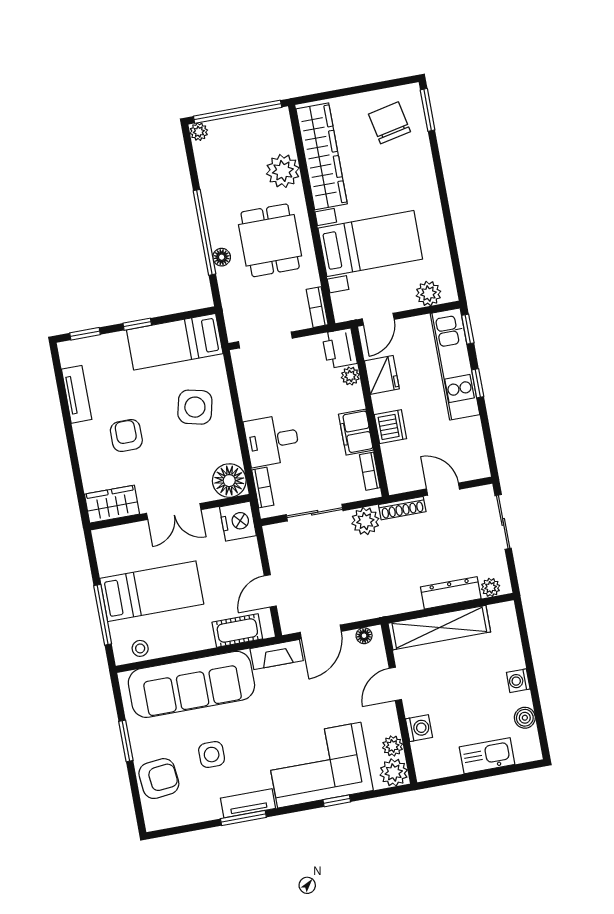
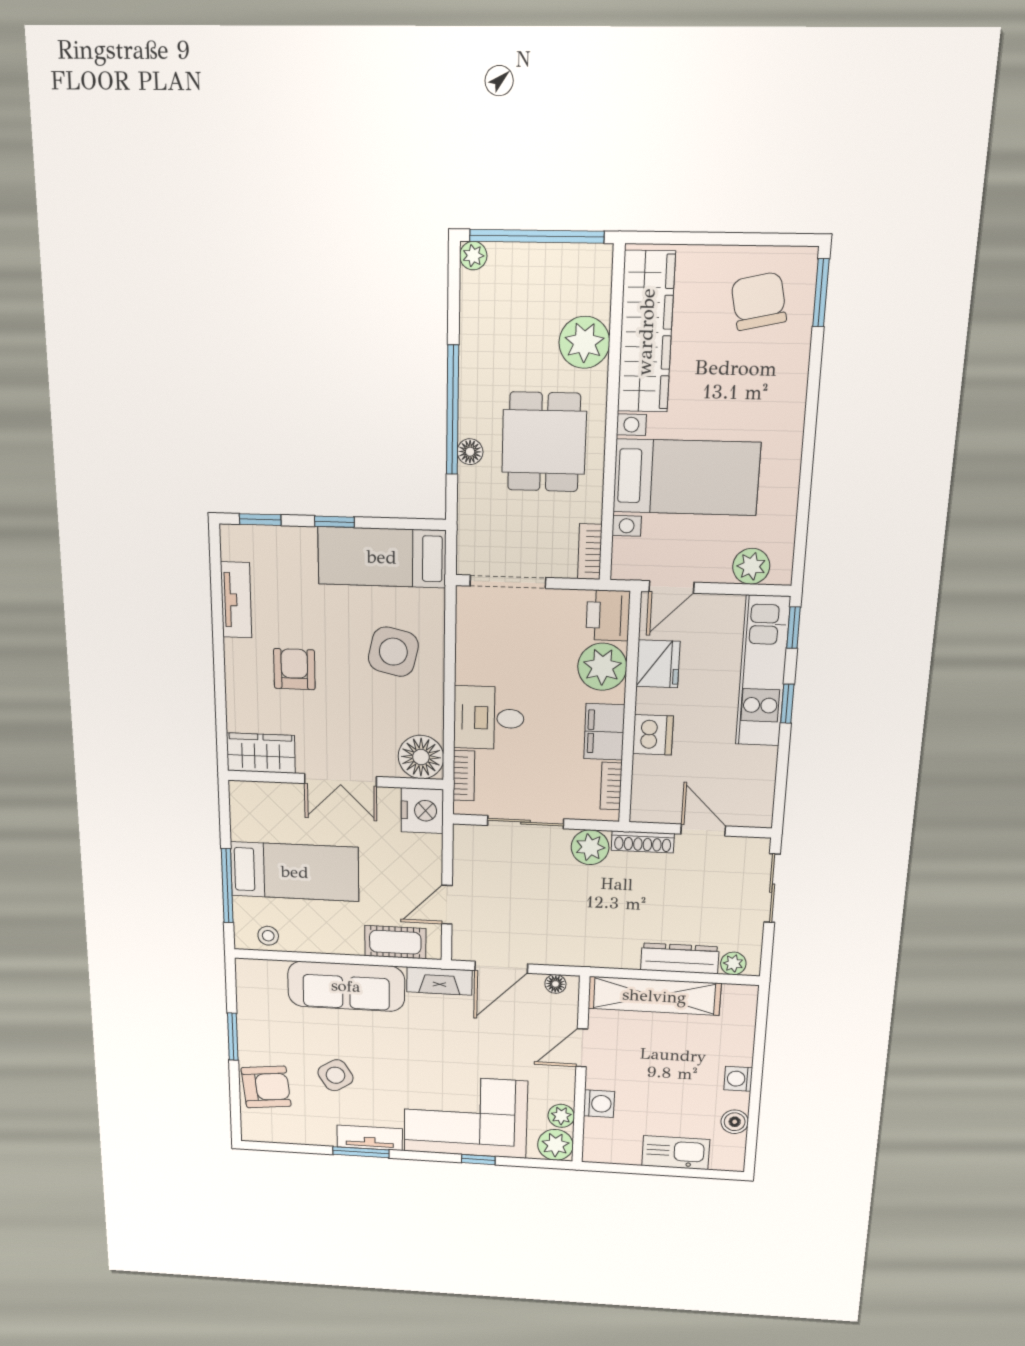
plant: (350, 376) -> (602, 667), width x1.87, depth x1.87
sofa: (191, 684) -> (346, 986), width x0.74, depth x0.79
side table: (212, 755) -> (335, 1075), turned -32

